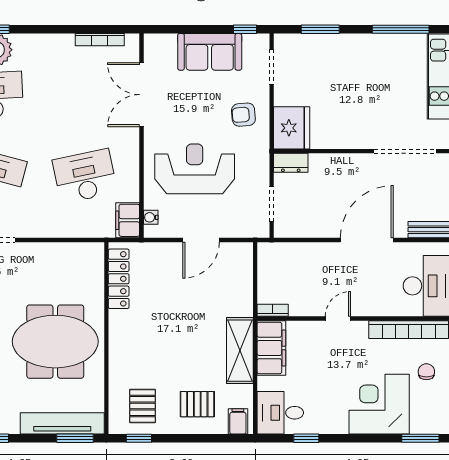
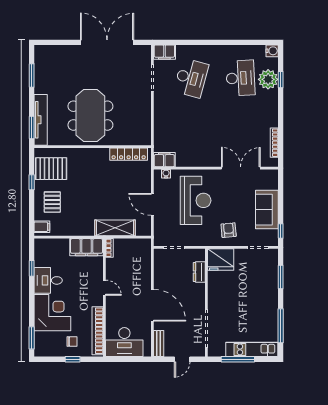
dresser: (291, 163) -> (199, 272), moved
desk: (85, 176) -> (191, 134), removed
shelving: (240, 351) -> (115, 228), moved
pallet: (142, 406) -> (51, 169), width x1.50, depth x1.42
desk: (280, 413) -> (48, 280), moved, turned -90
window: (139, 438) -> (32, 182), moved

